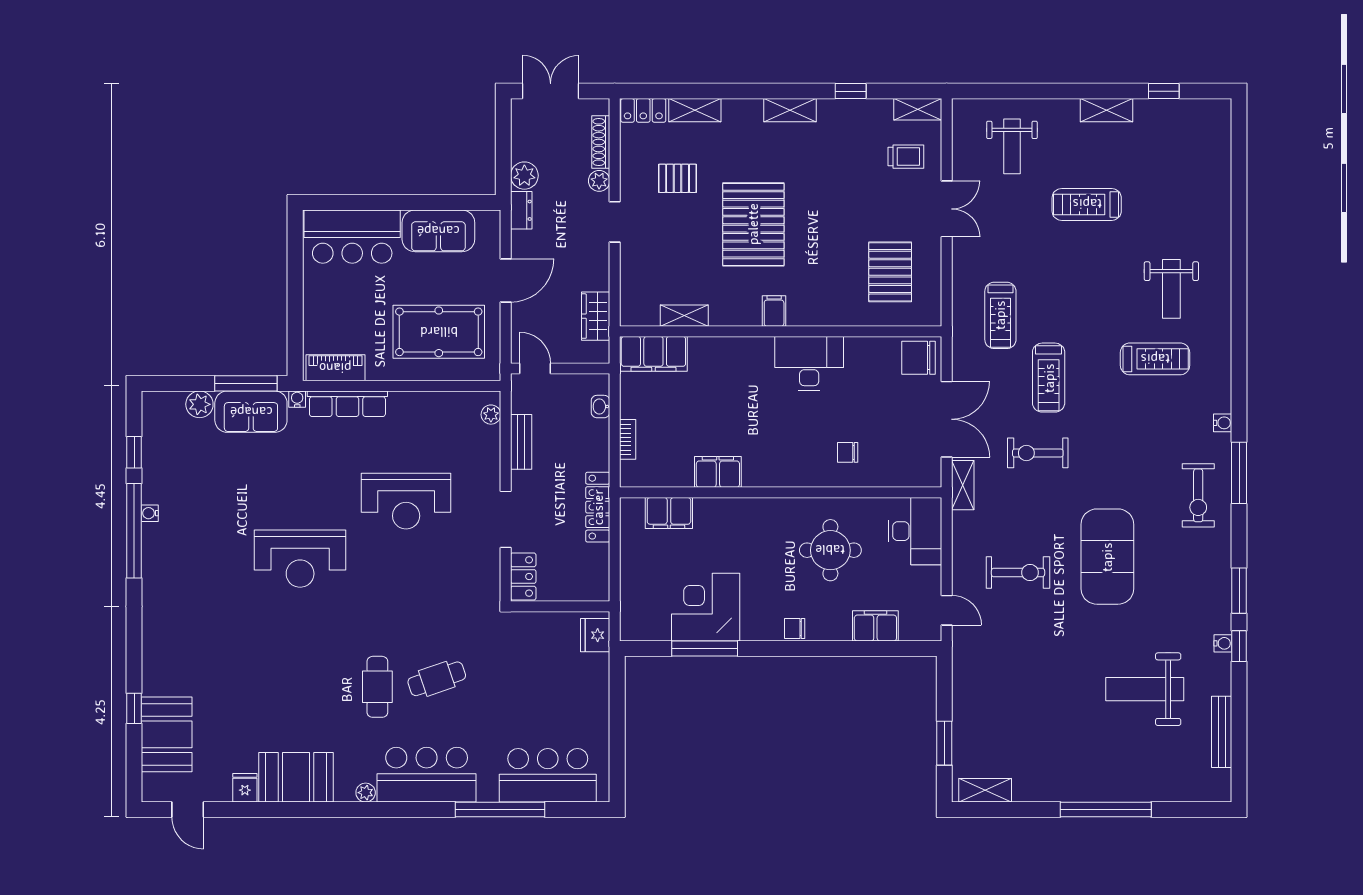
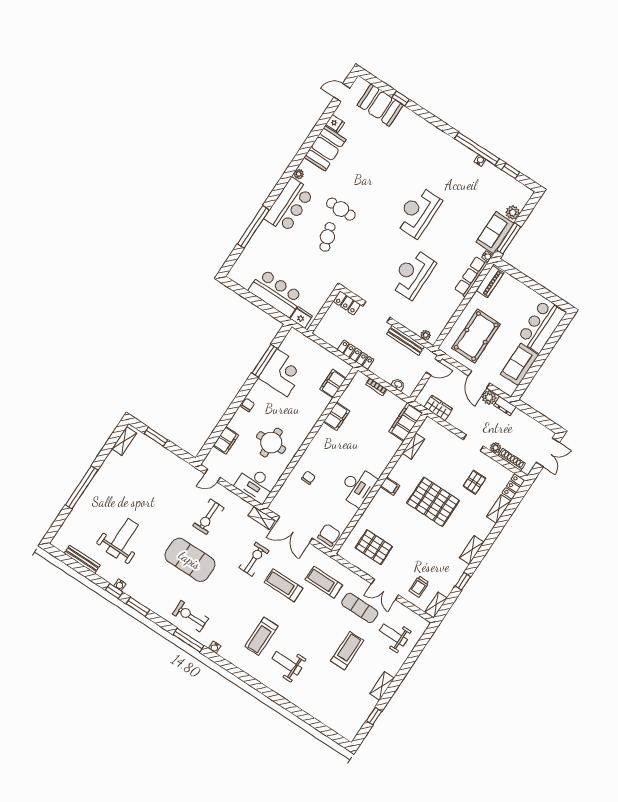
plant: (524, 176) -> (489, 398), moved
exercise mat: (1004, 230) -> (360, 608), added
bench: (521, 442) -> (405, 340), width x1.36
bar counter: (548, 775) -> (276, 293), moved, turned -90

